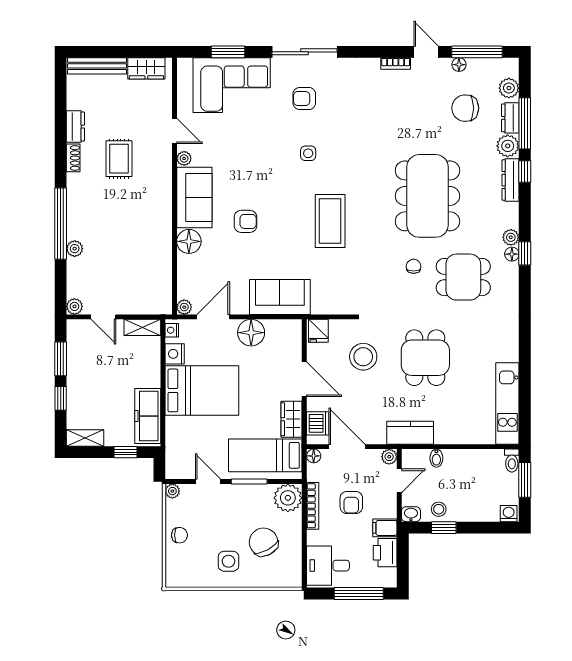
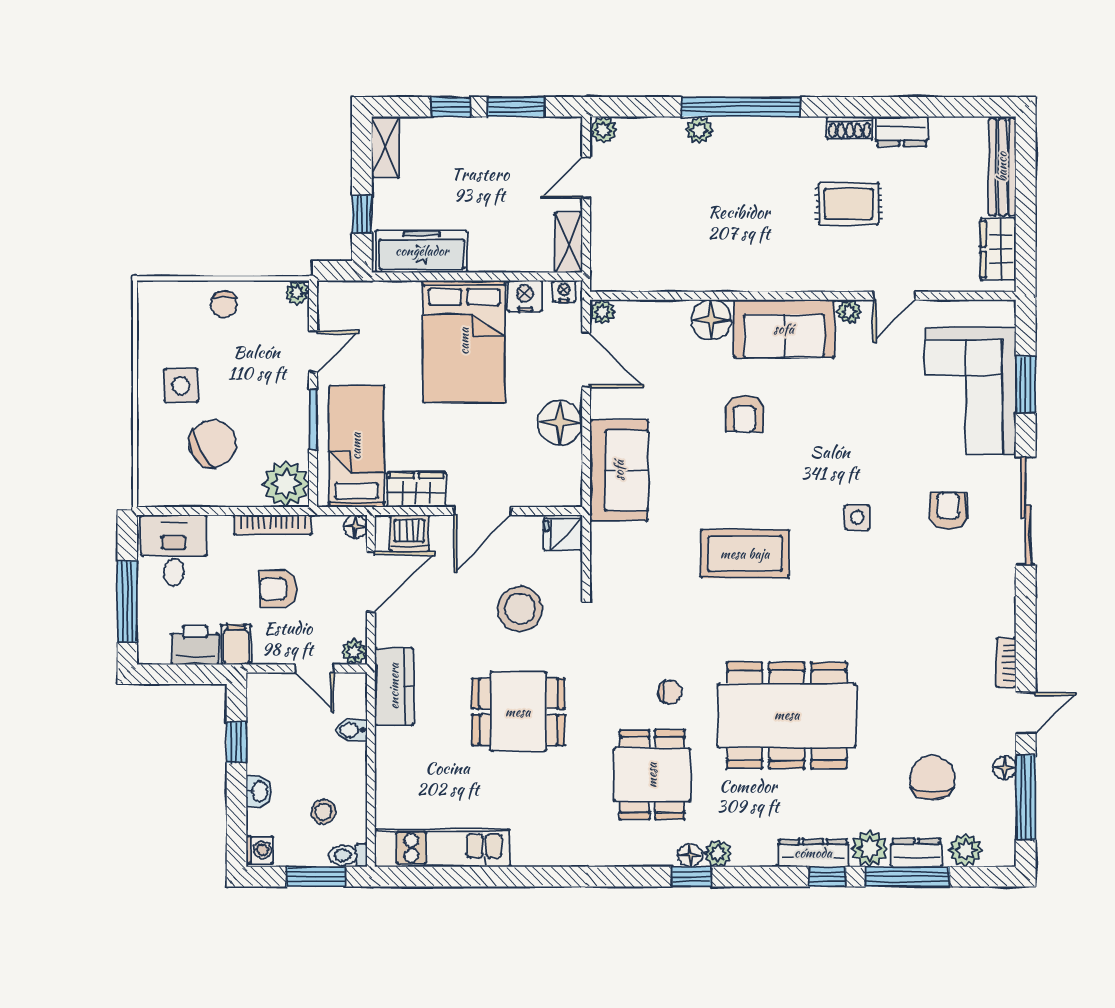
stool: (439, 509) -> (323, 812), moved
washbasin: (411, 514) -> (259, 791), moved

